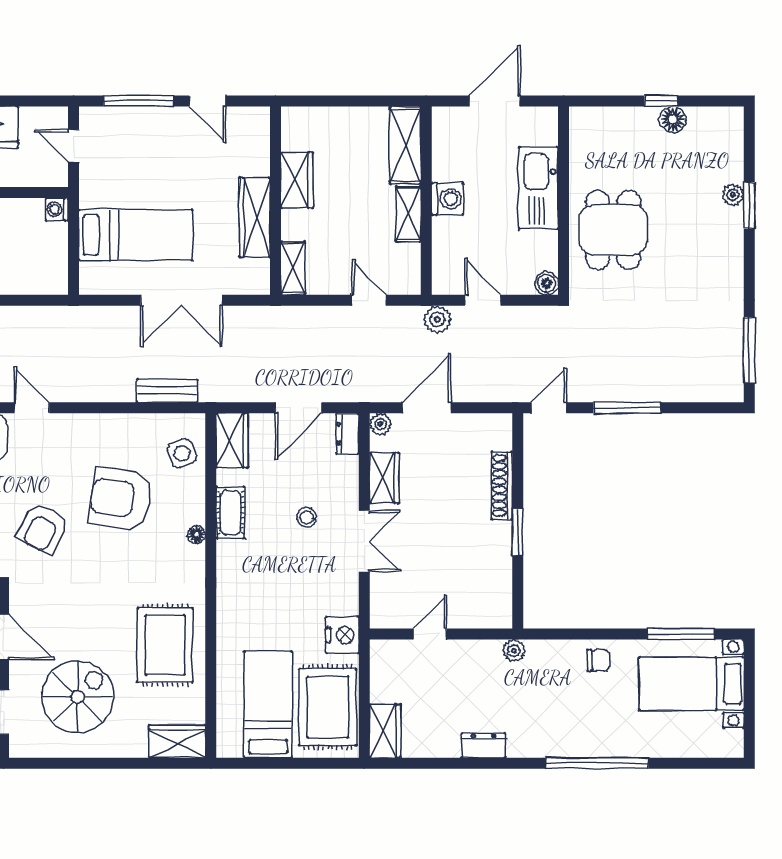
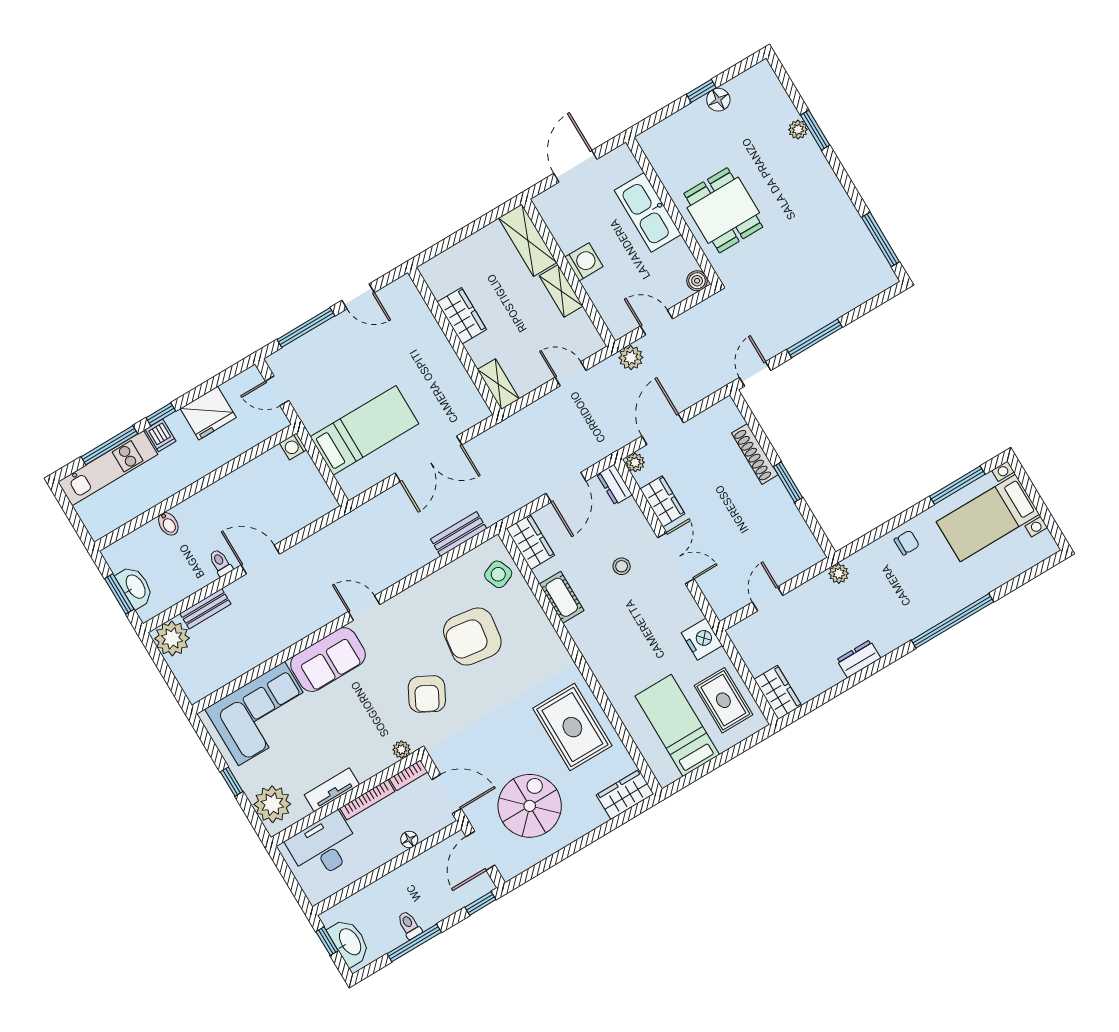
wardrobe: (255, 217) -> (446, 363), removed
floor lamp: (197, 535) -> (546, 629), removed
rug: (328, 707) -> (723, 700), width x0.73, depth x0.70

